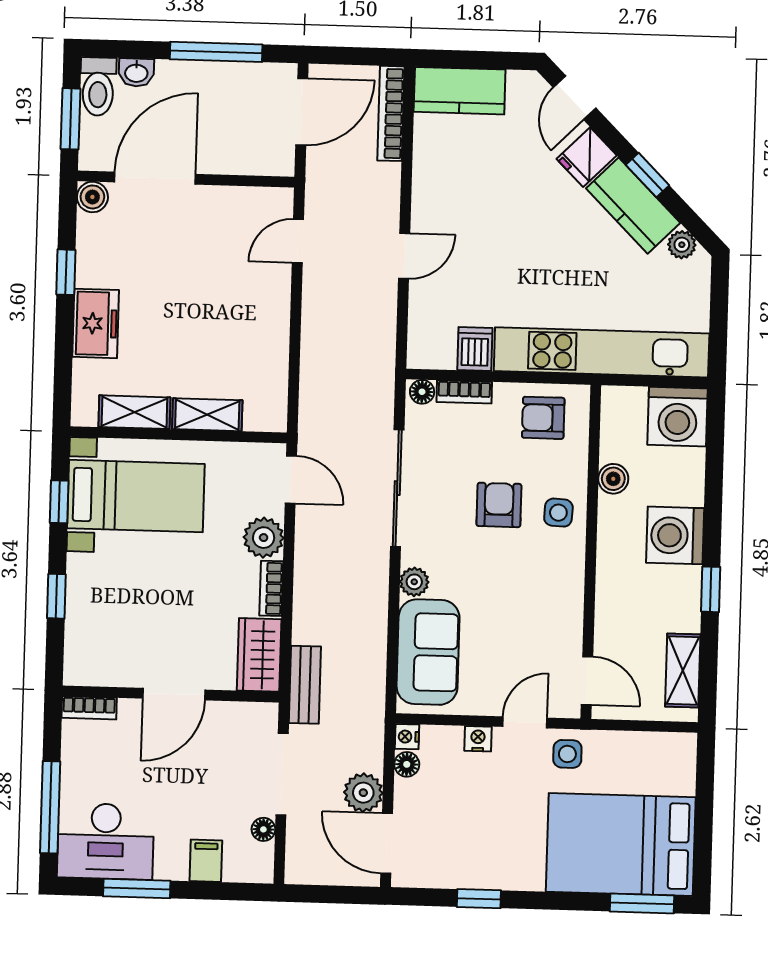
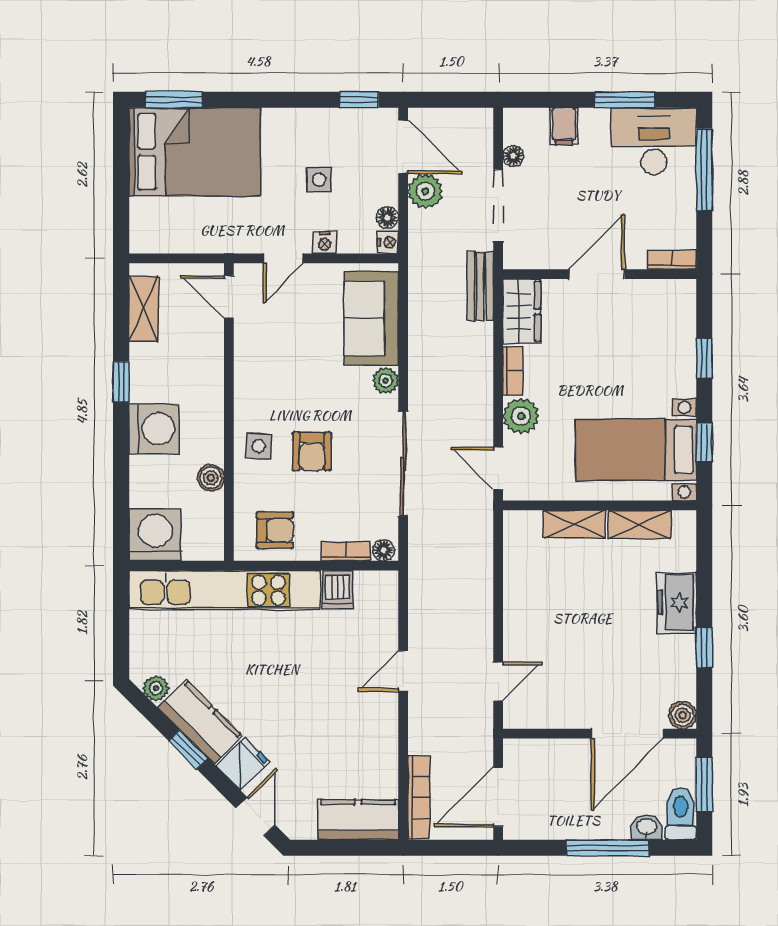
window: (216, 52) -> (608, 848), moved
side table: (567, 754) -> (319, 180), moved
window: (479, 899) -> (359, 100), moved

